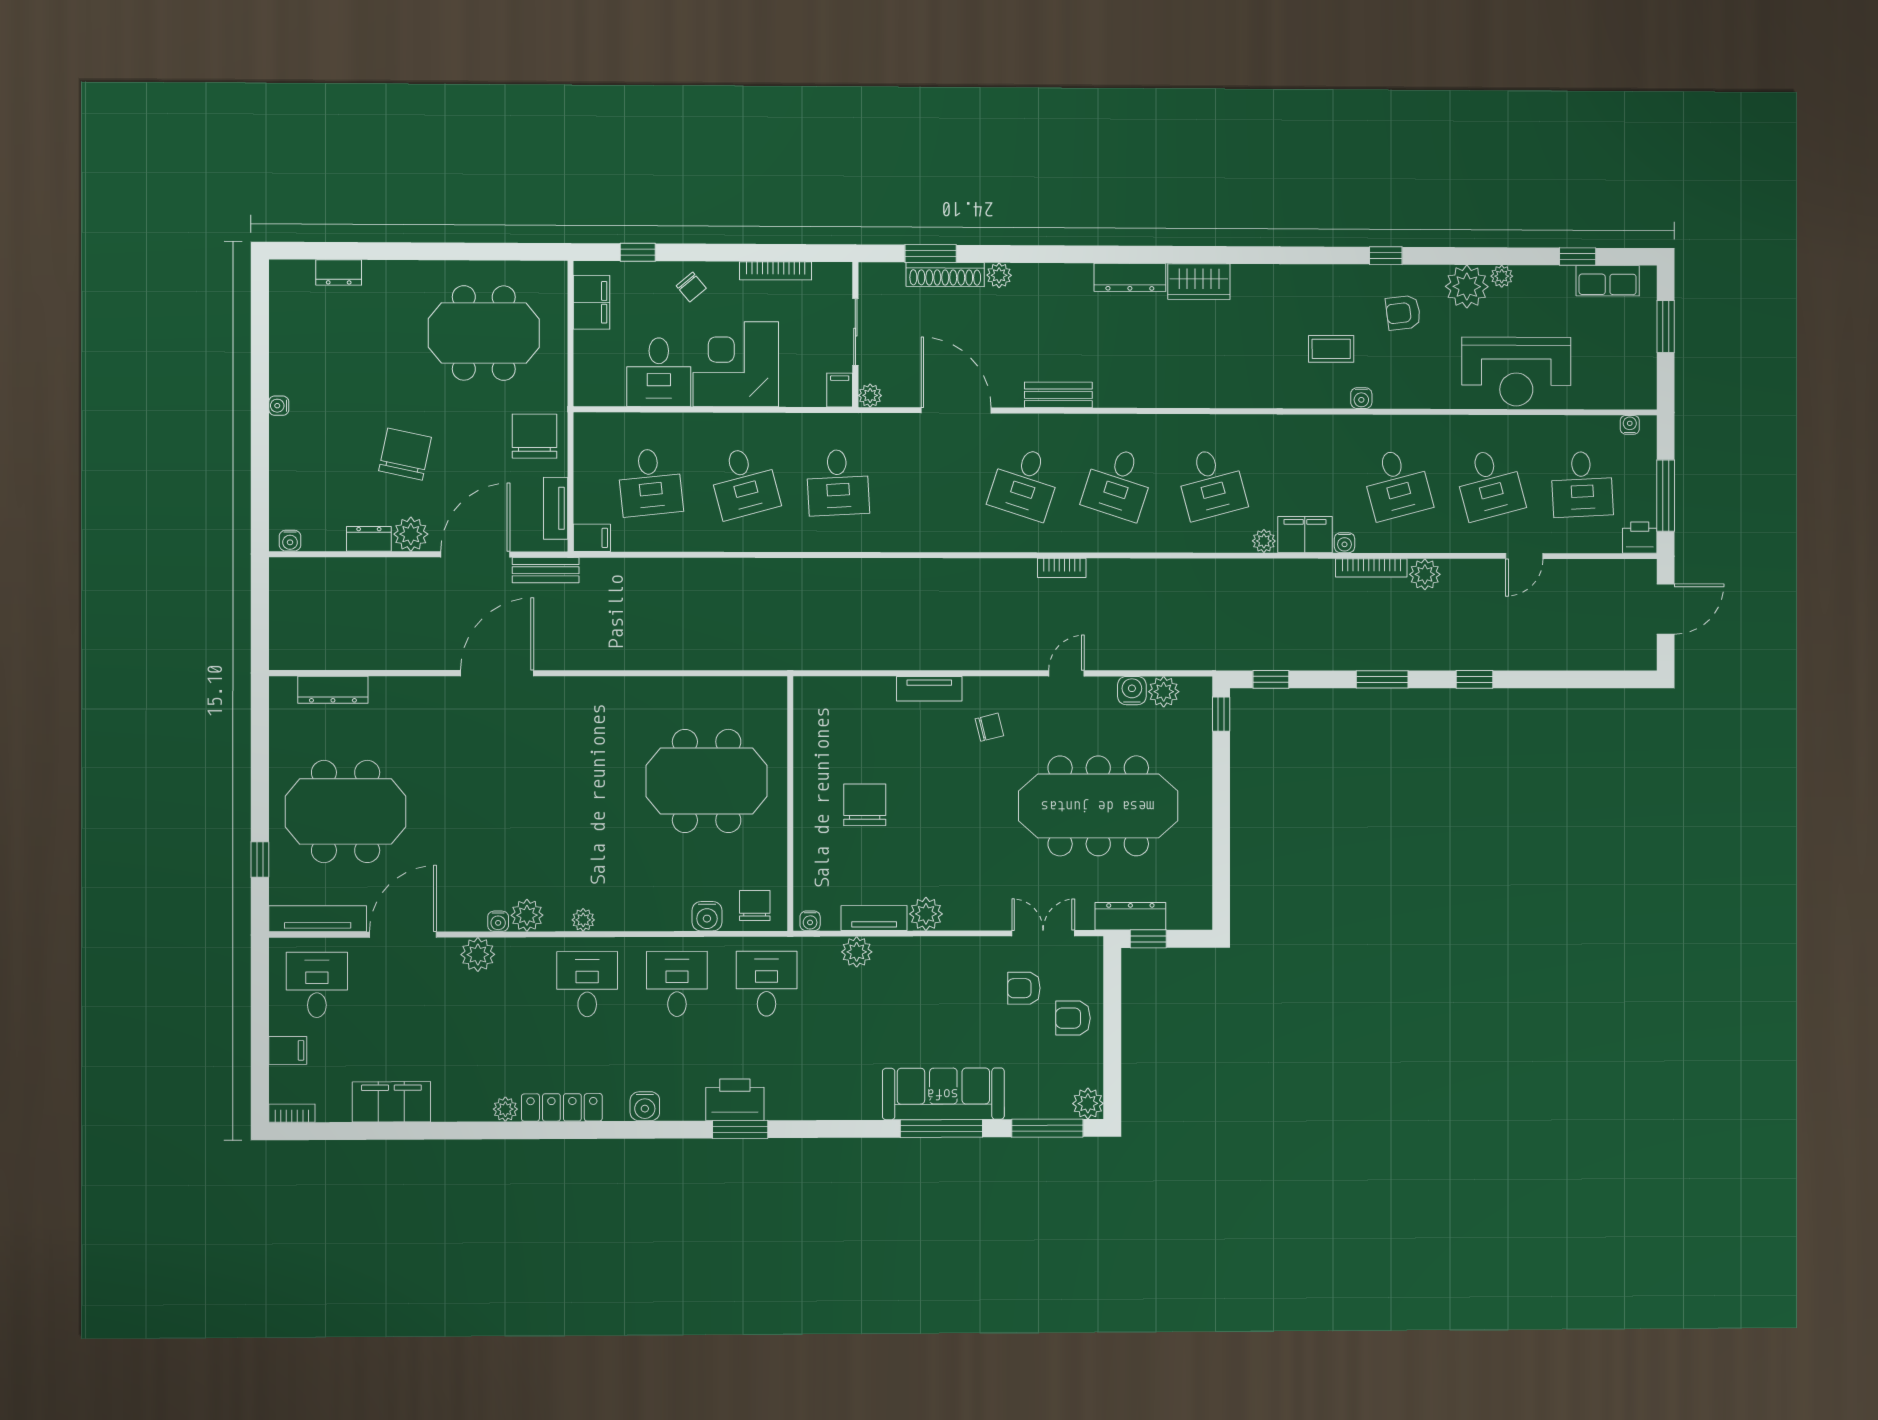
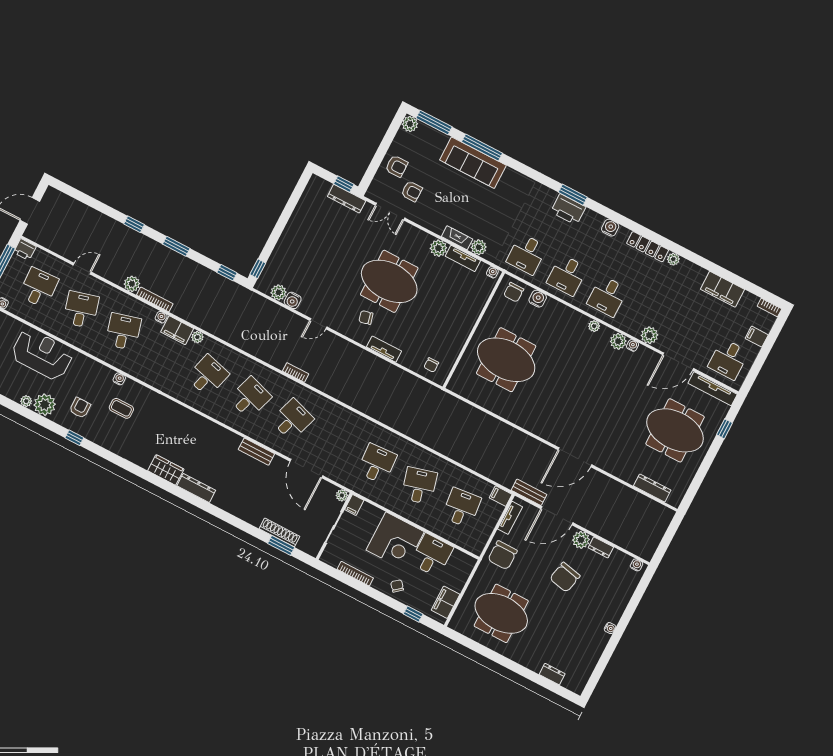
plant: (999, 275) -> (255, 520), removed
armchair: (1403, 313) -> (80, 408), turned -83
desk: (1211, 483) -> (208, 376), turned 30
chair: (865, 805) -> (431, 365), moved, width x0.54, depth x0.54
meeting table: (1098, 806) -> (389, 281), moved, width x0.73
fireplace: (903, 949) -> (457, 238), added

